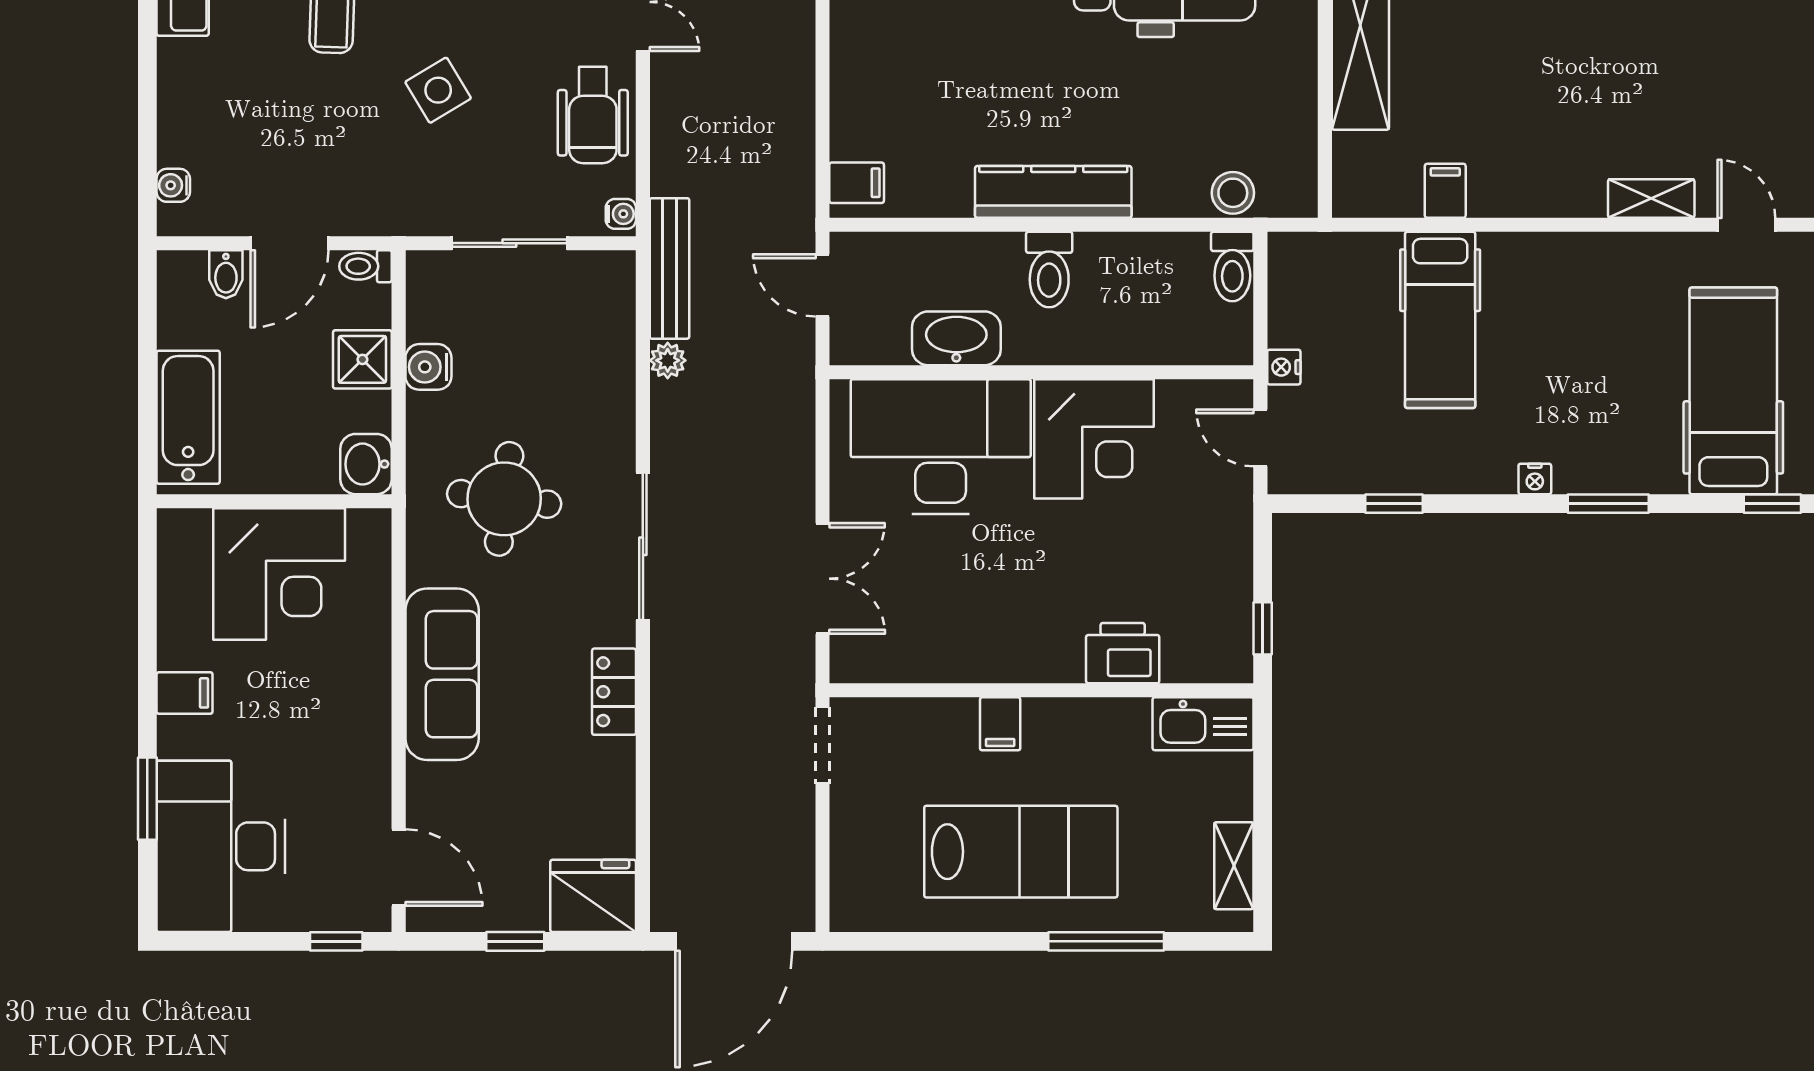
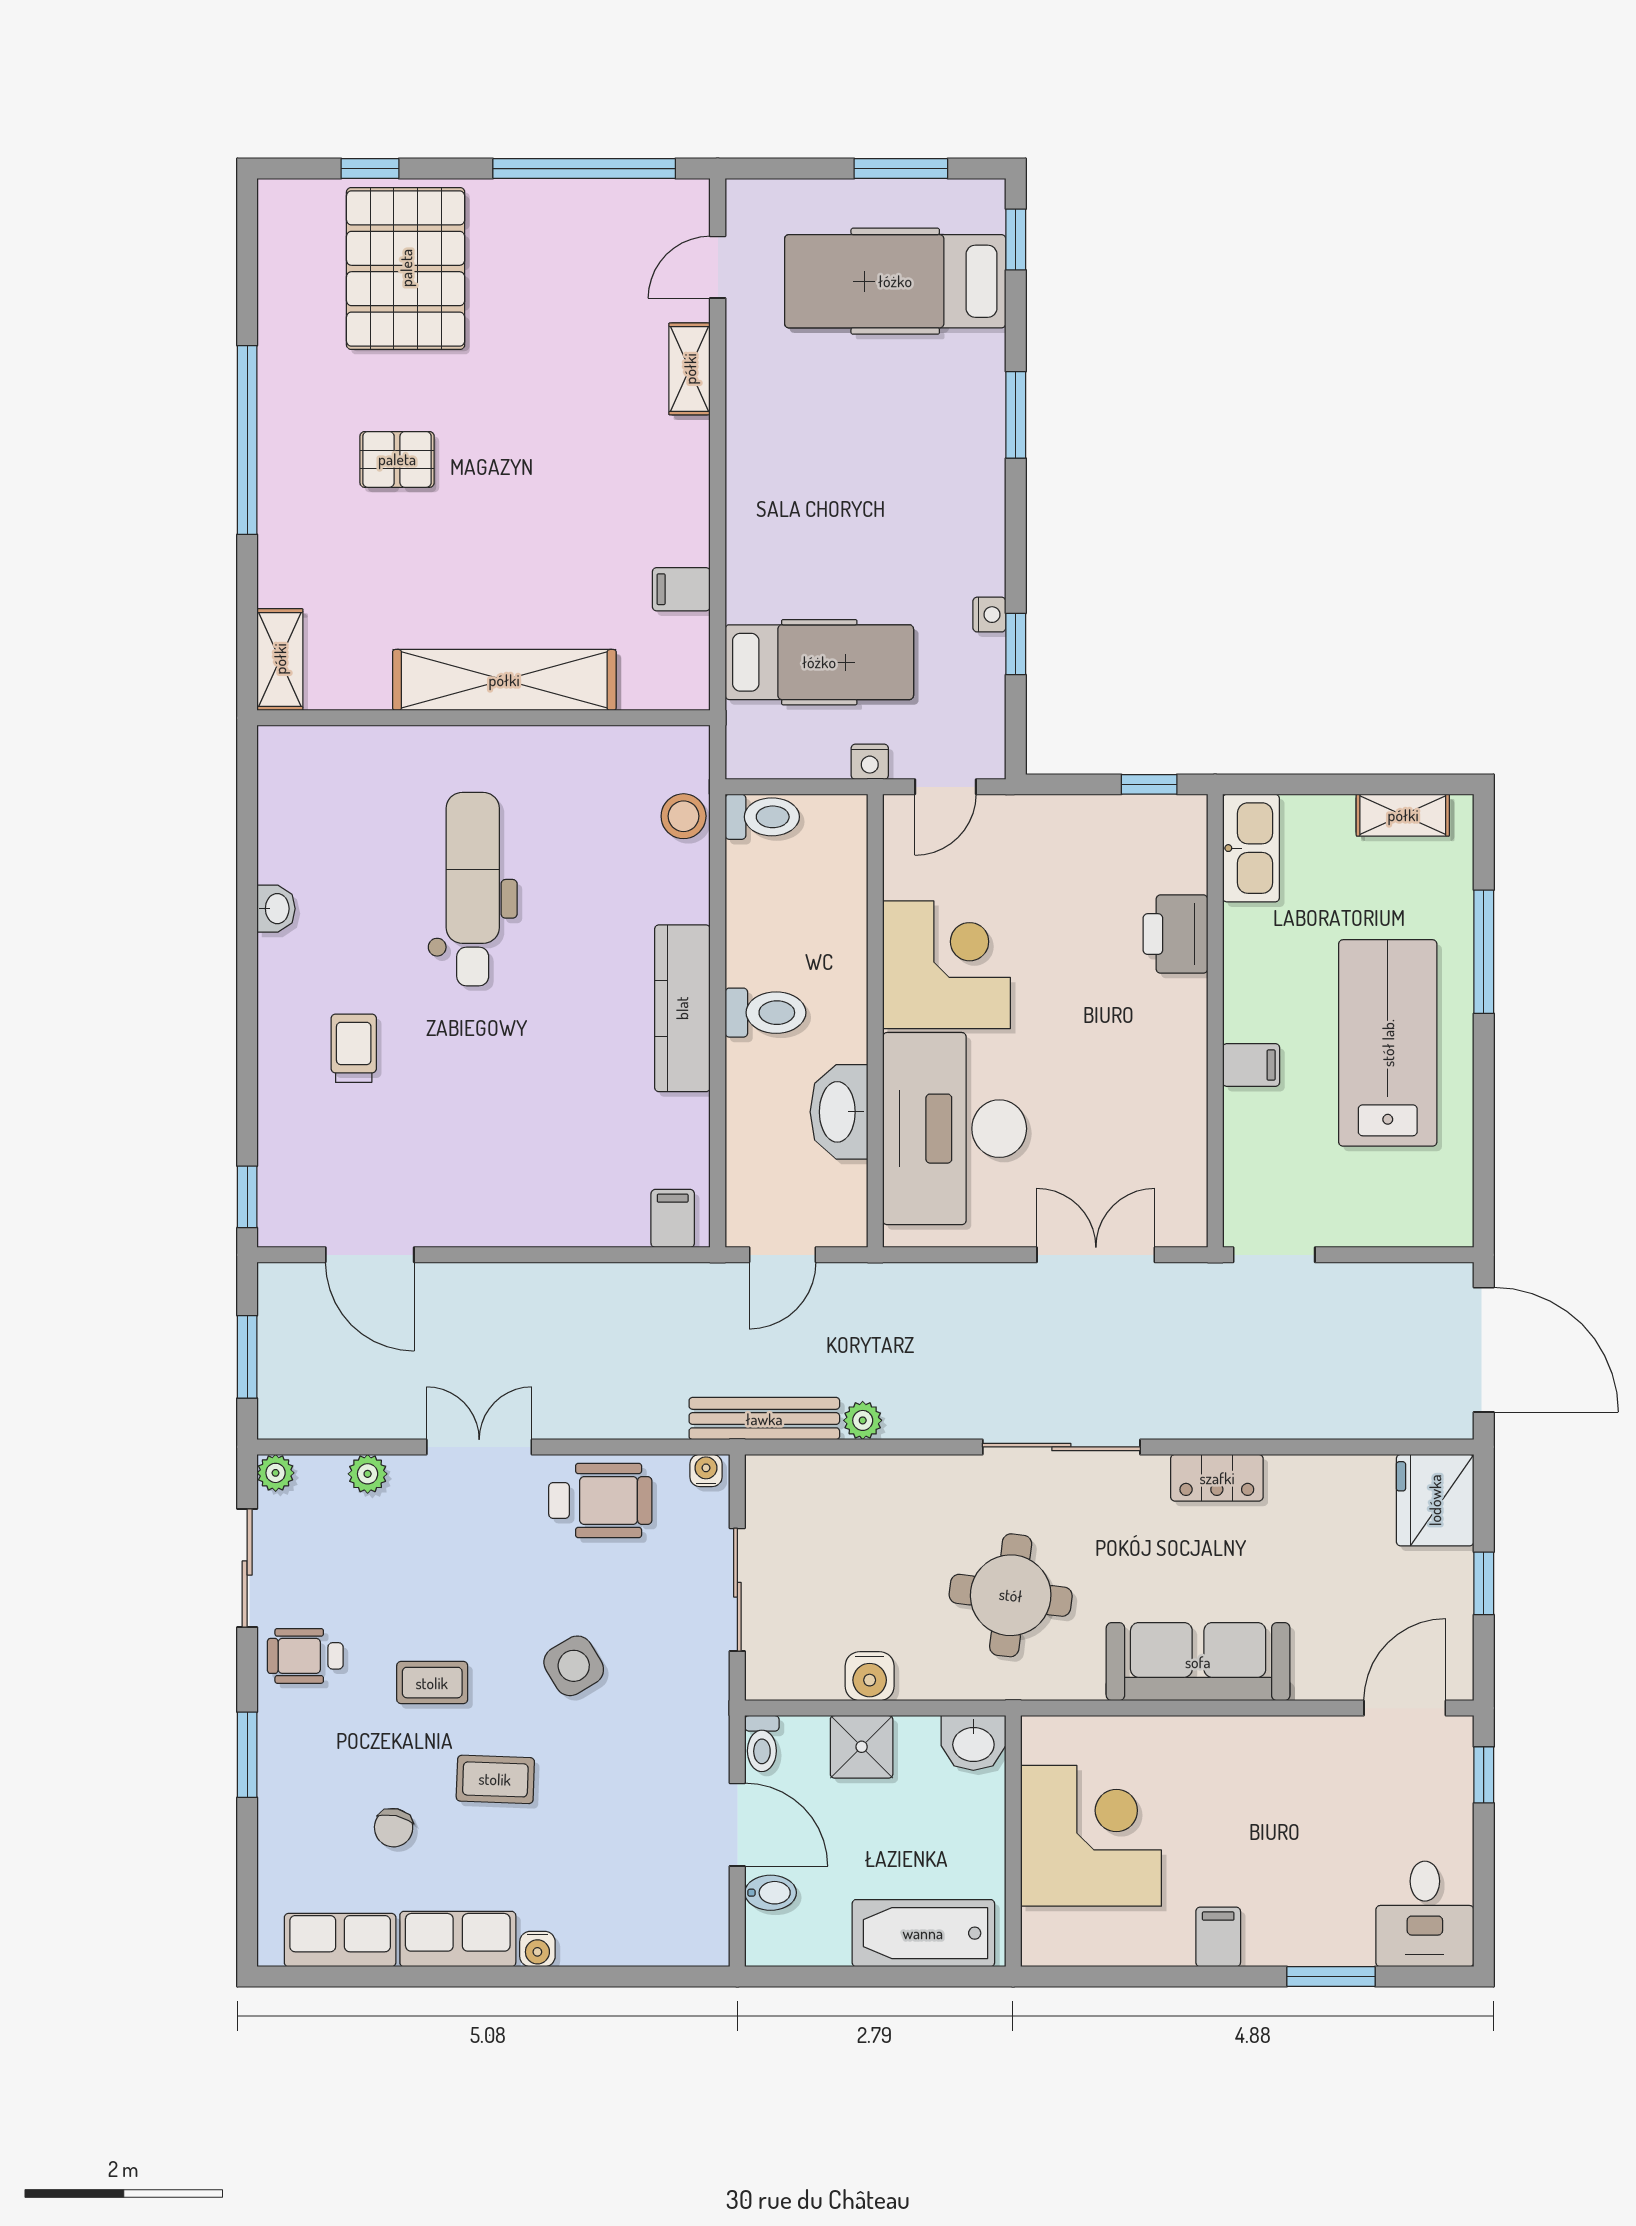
water cooler: (173, 185) -> (537, 1949), moved
hospital bed: (1440, 320) -> (819, 662), moved
nightstand: (1535, 479) -> (989, 615), moved
desk: (221, 846) -> (1425, 1914), width x0.53, depth x0.77

